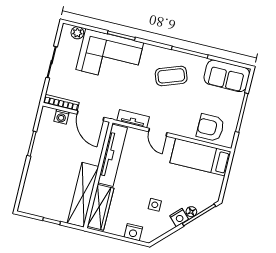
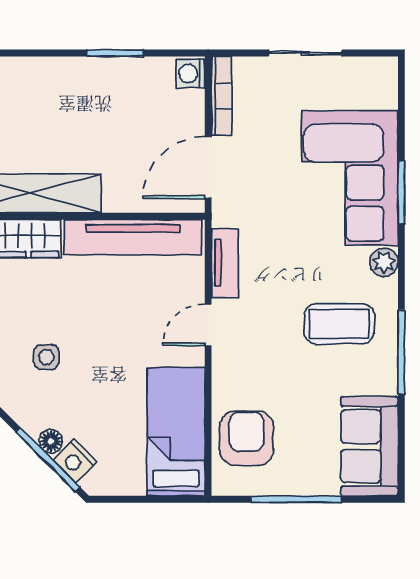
plant: (77, 33) -> (384, 262), moved
coffee table: (171, 76) -> (339, 324), turned -70
washing machine: (61, 117) -> (191, 73), moved
nightstand: (179, 218) -> (75, 461), moved

